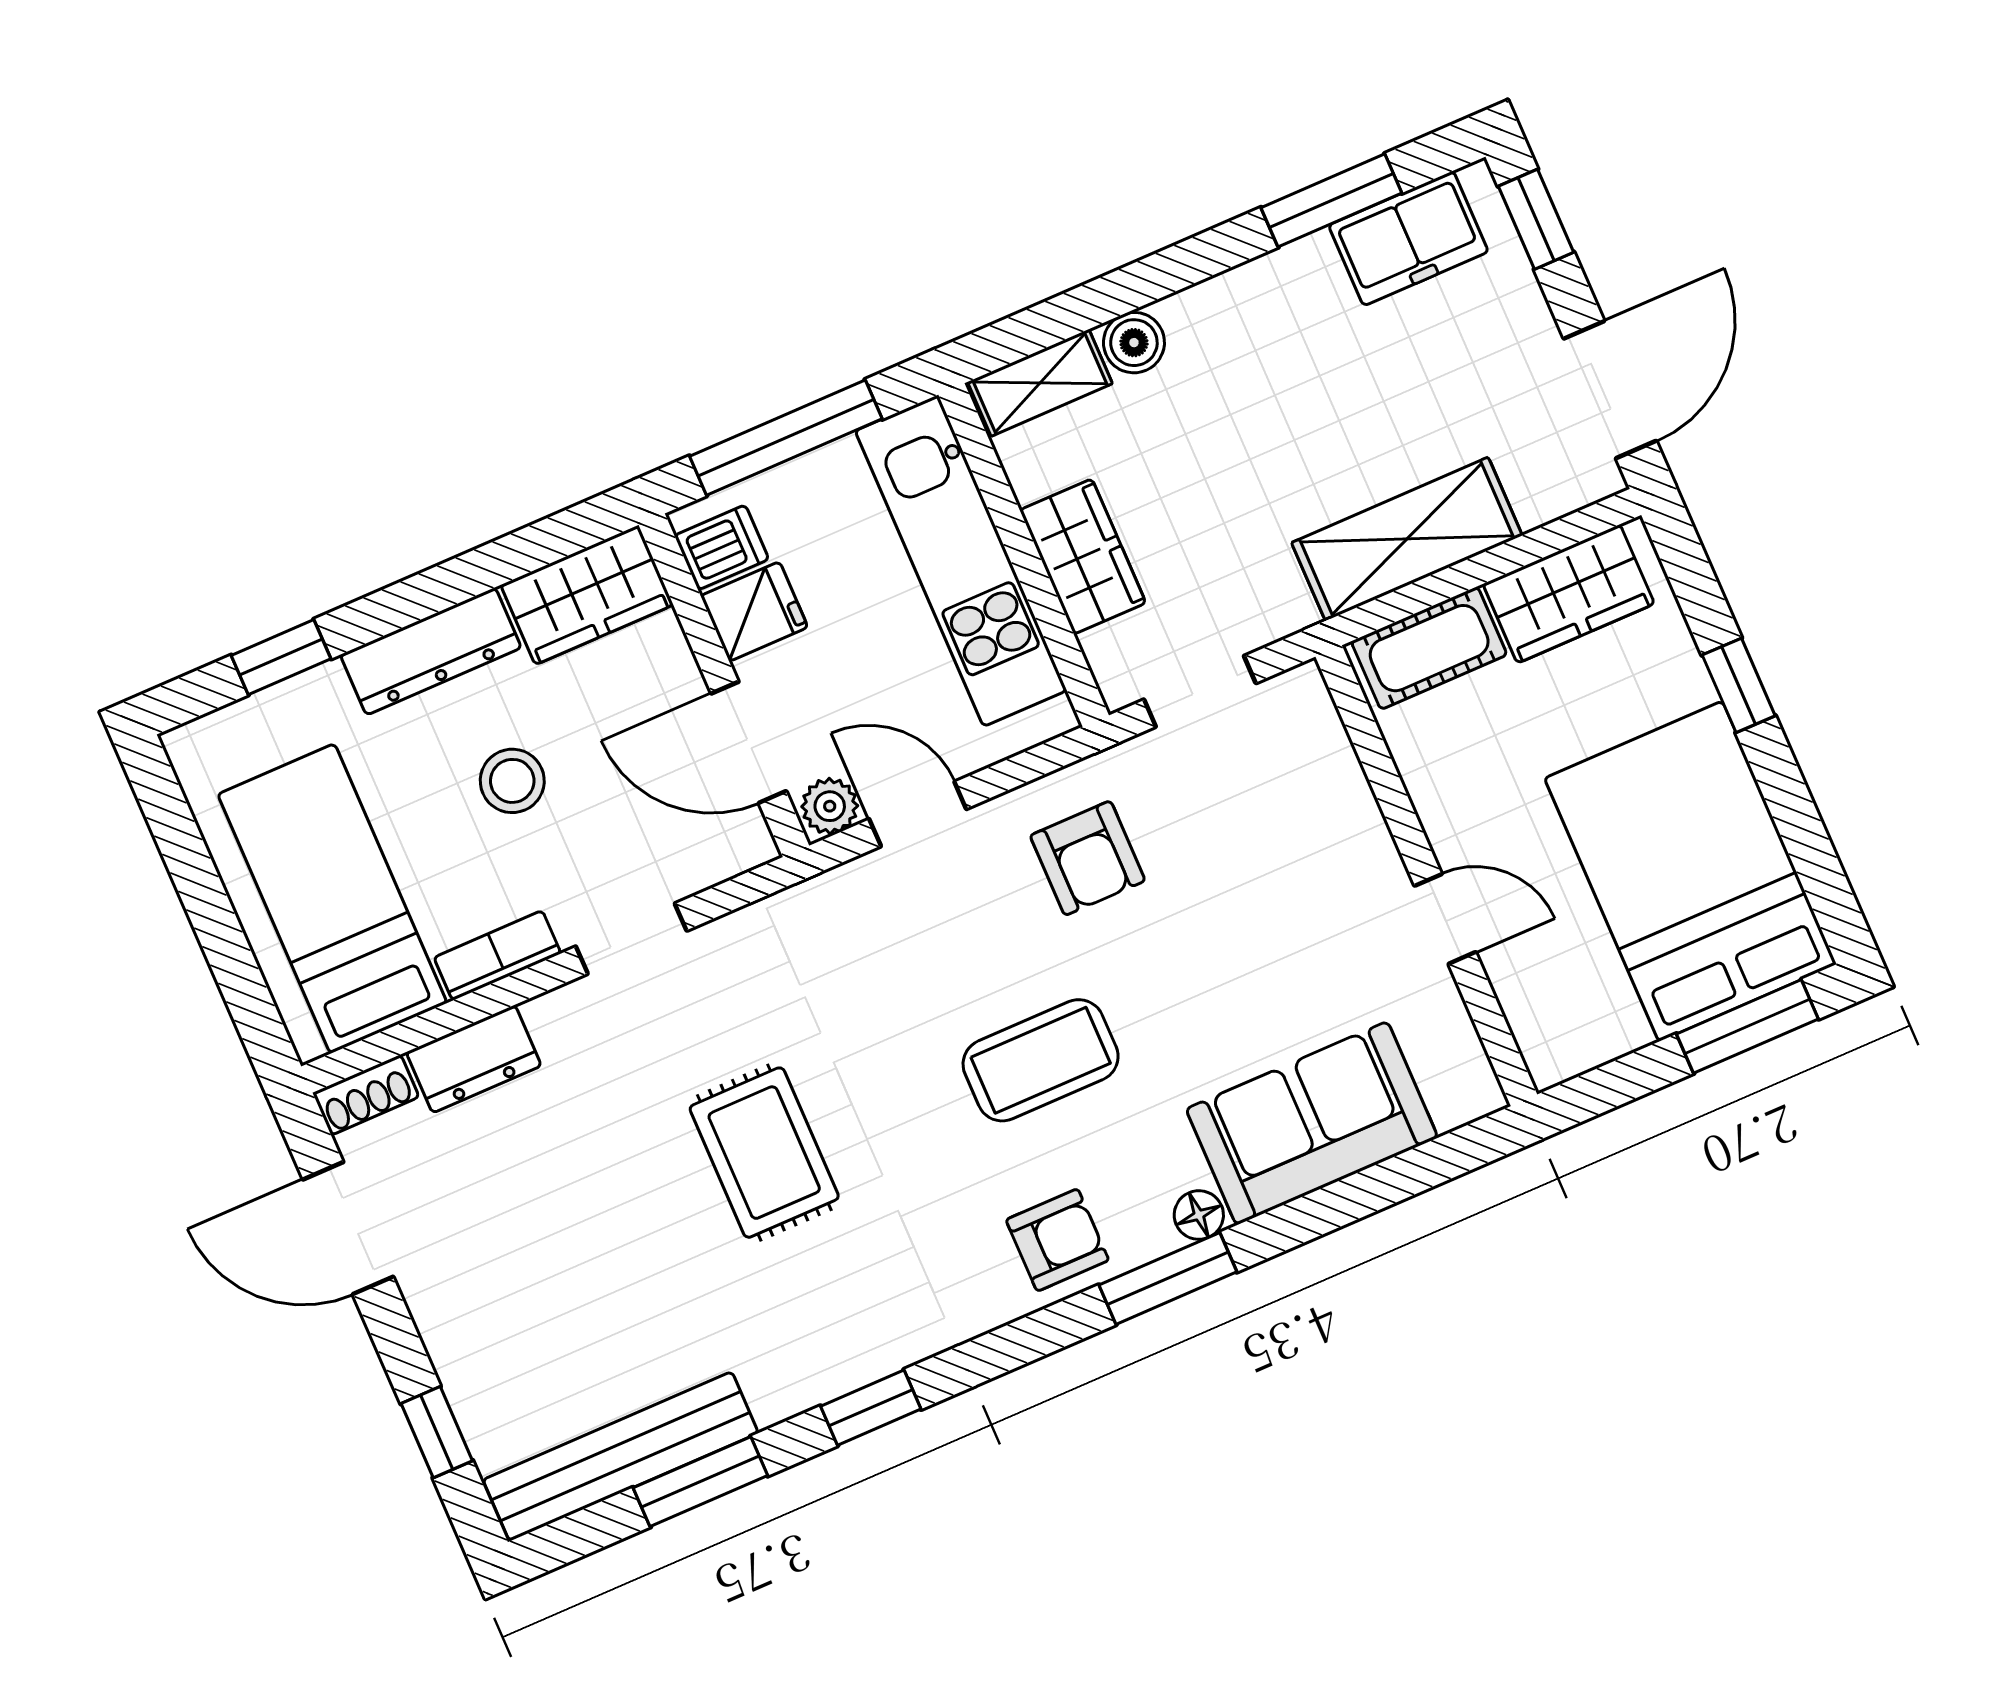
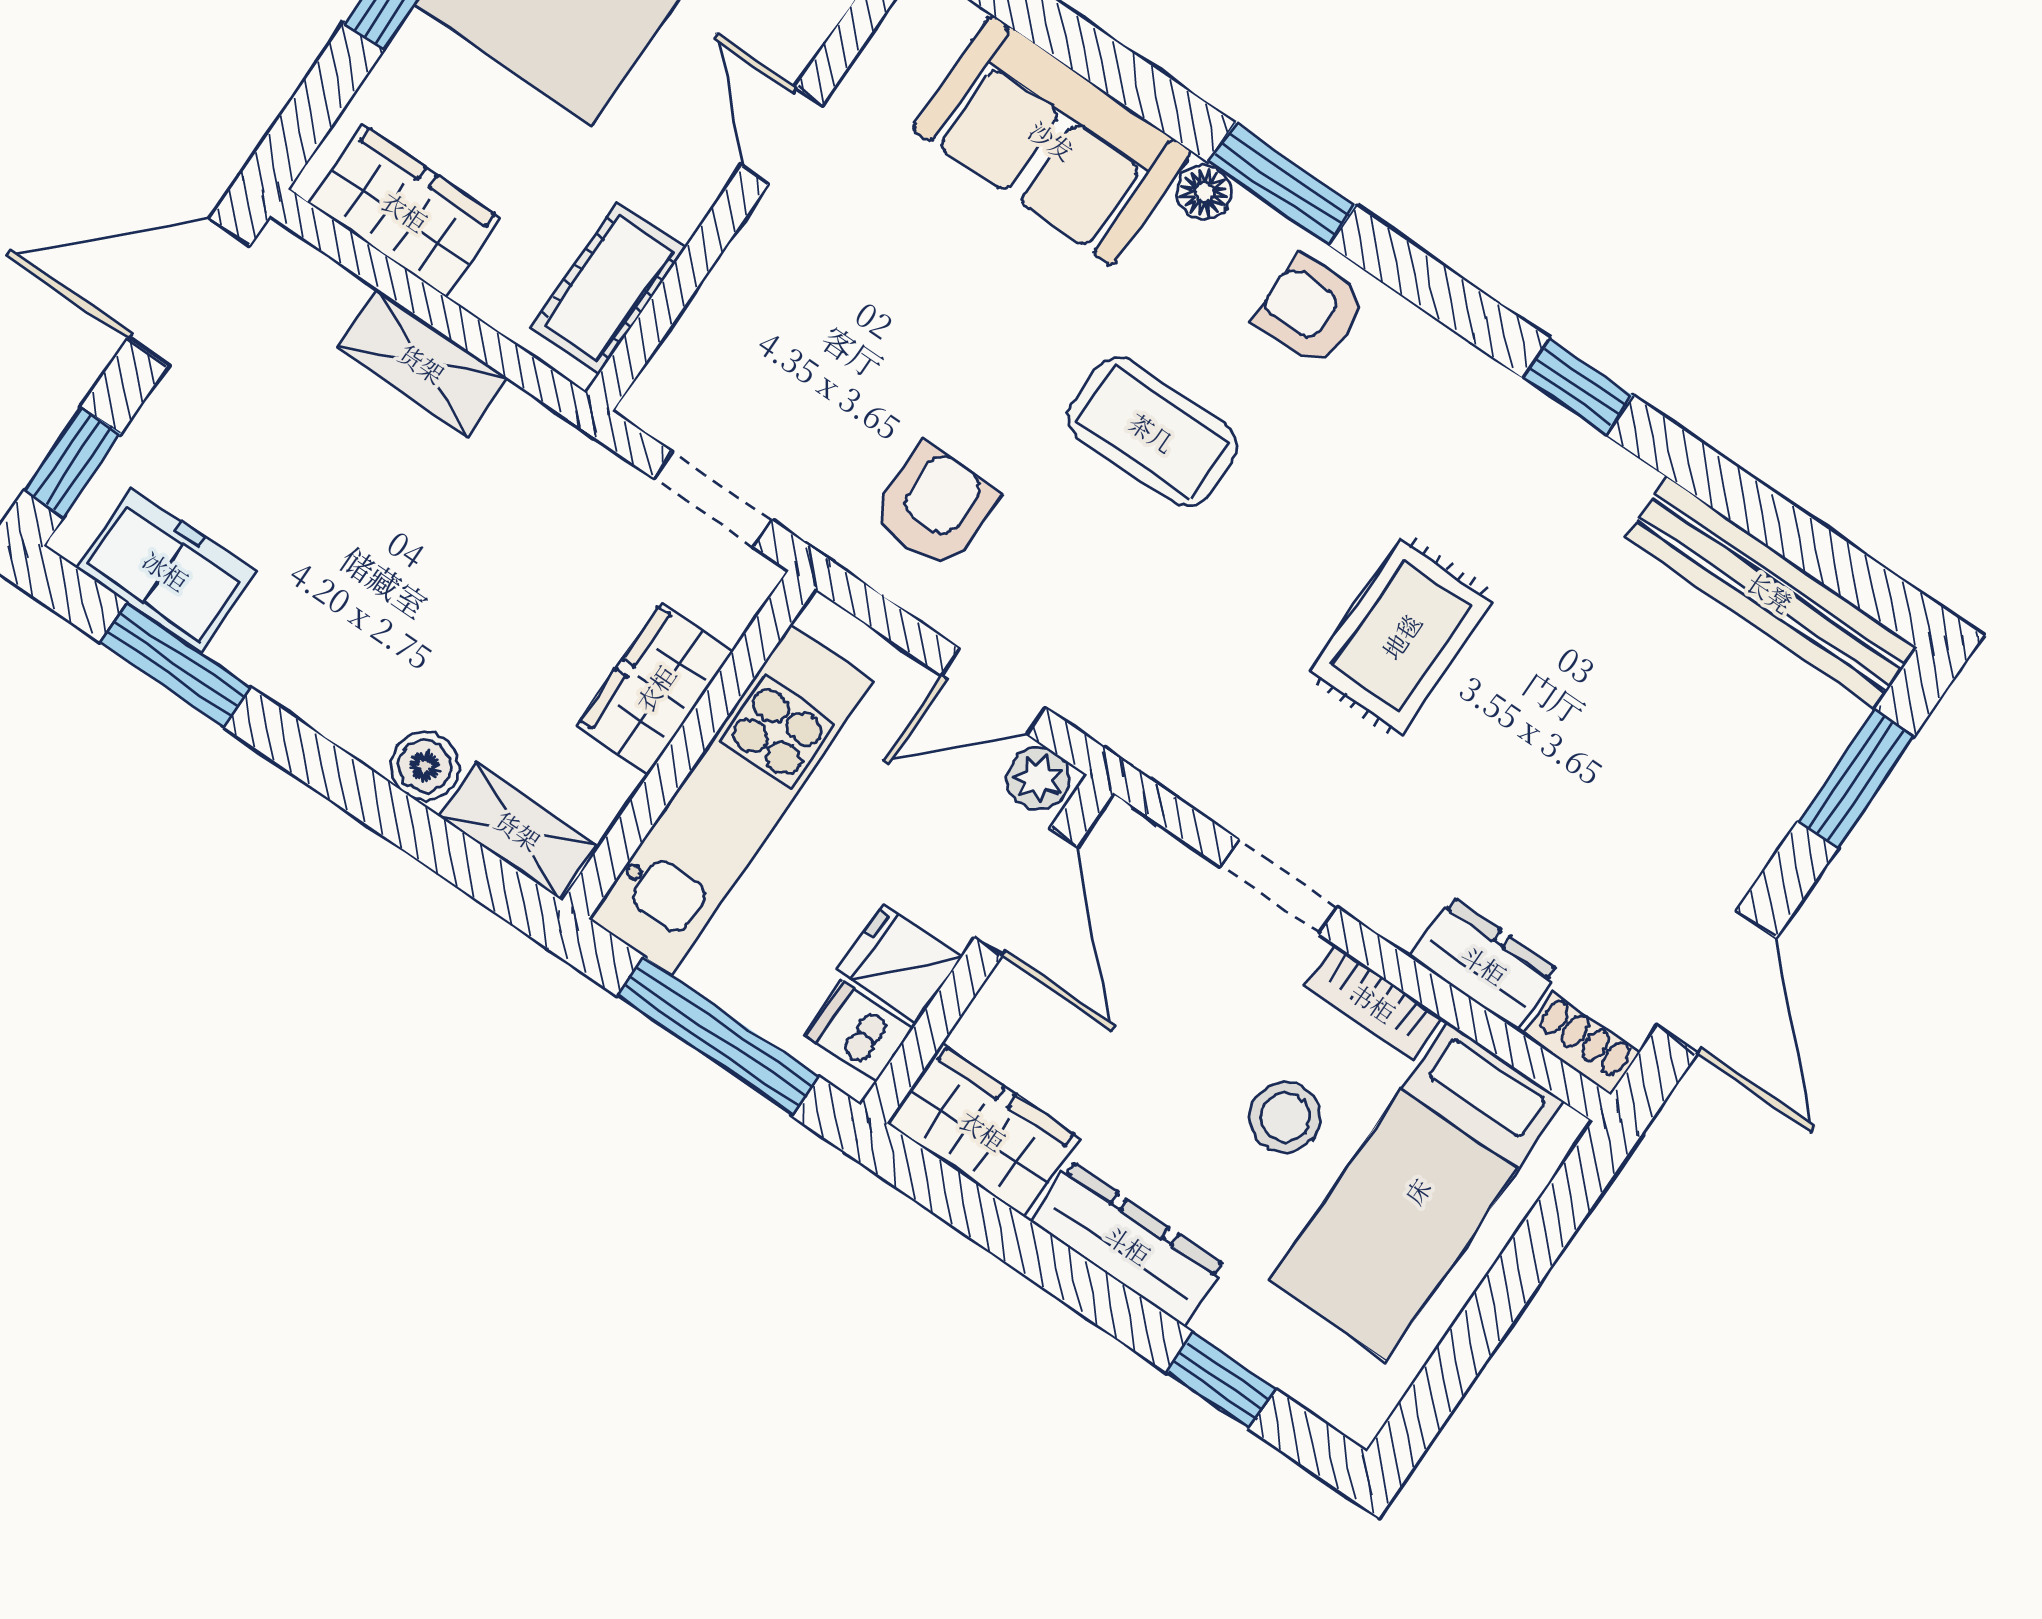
shelving: (1407, 539) -> (422, 363), width x0.67, depth x0.75
cot: (1429, 648) -> (608, 288), moved, turned 90
stool: (512, 781) -> (1285, 1117), moved
door: (918, 814) -> (994, 692), hinge flipped
window: (437, 1432) -> (1856, 779), width x1.50
window: (700, 1482) -> (1747, 503), removed

